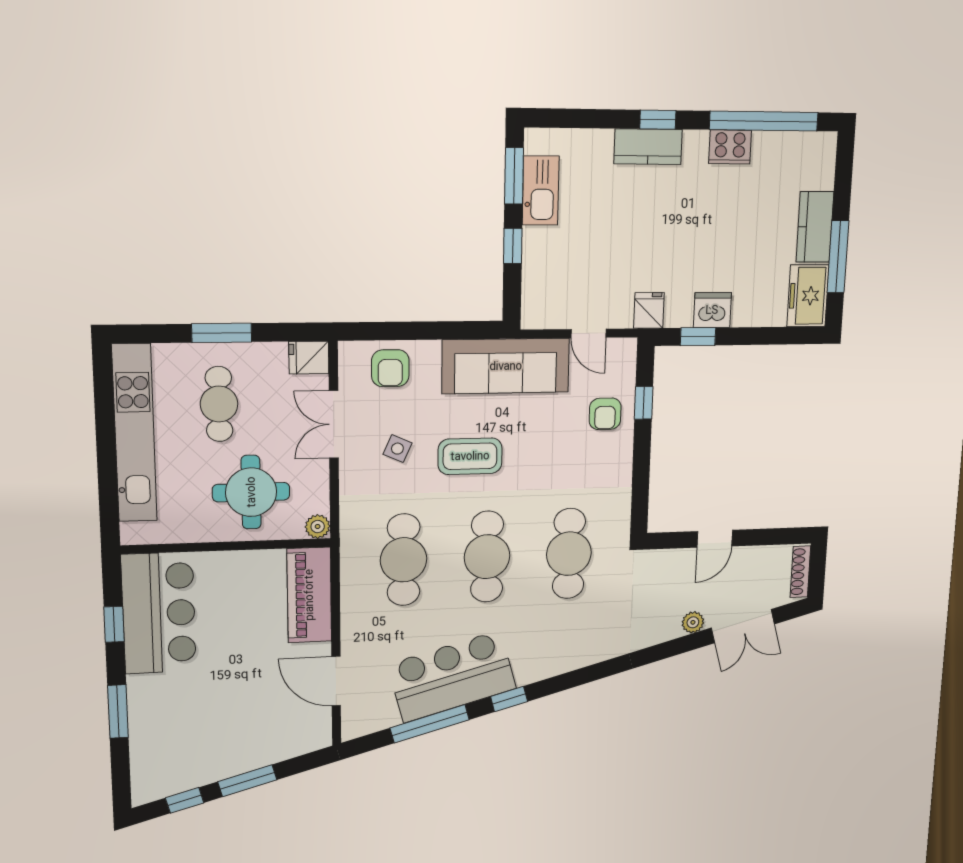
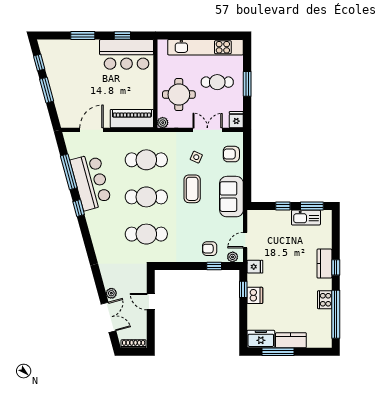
plant: (625, 362) -> (233, 257), added
sofa: (506, 366) -> (231, 197), width x0.73
double door: (743, 626) -> (108, 317), swing flipped

